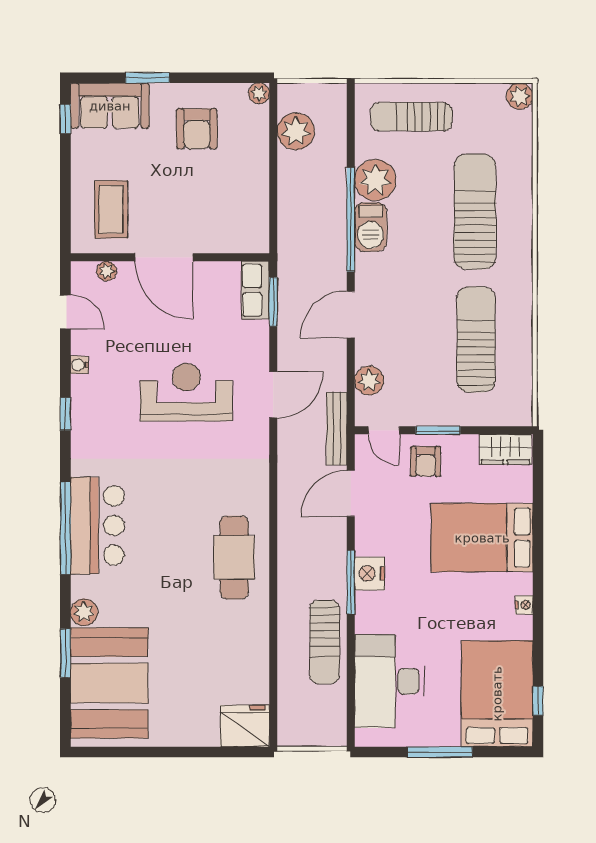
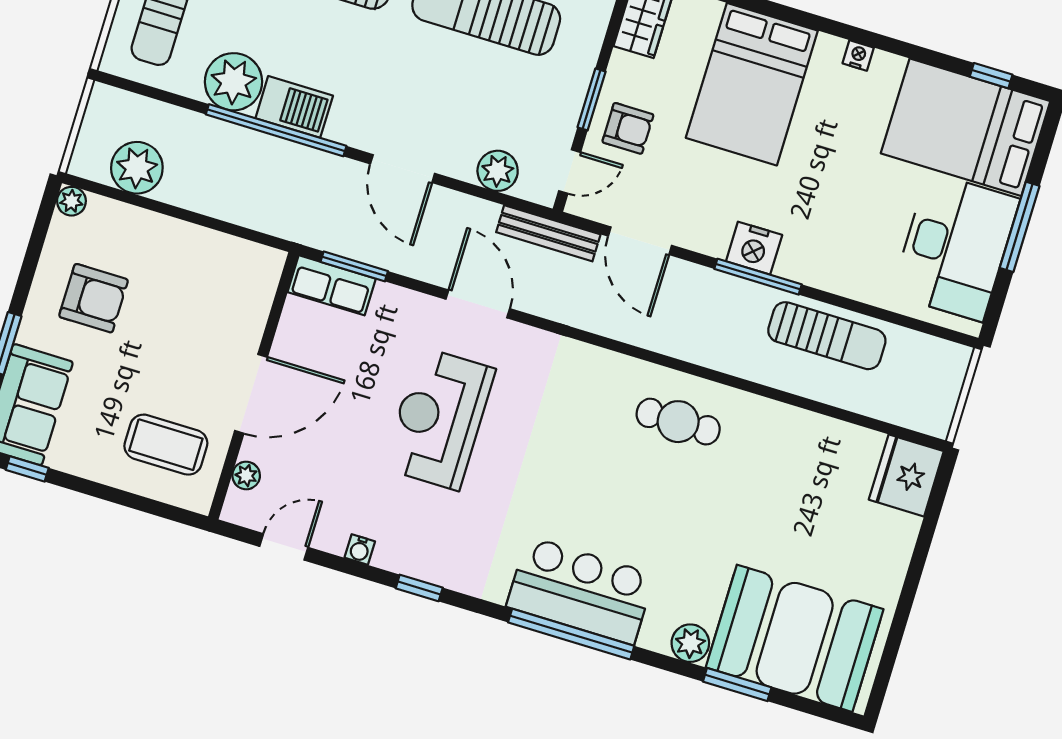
cafe table: (234, 557) -> (678, 422), width x0.73, depth x0.74
desk: (390, 681) -> (955, 247), moved, turned -90

